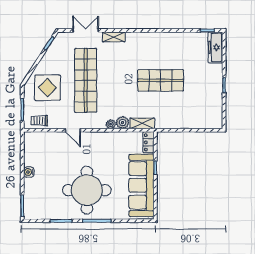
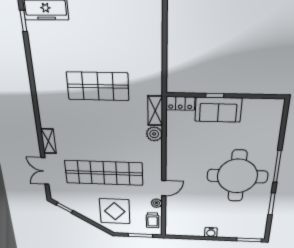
shop shelf: (161, 80) -> (98, 86), turned 90
plant: (111, 124) -> (157, 203), moved
sofa: (141, 185) -> (218, 110), width x0.54, depth x0.79

